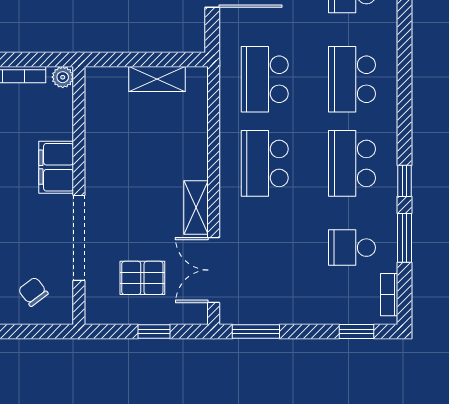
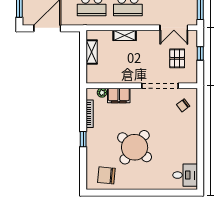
plant: (63, 77) -> (102, 93), moved
filing cabinet: (56, 167) -> (119, 95), moved
shelving: (196, 208) -> (125, 35), moved

